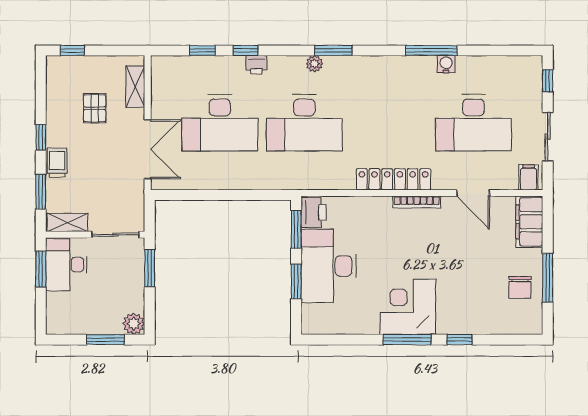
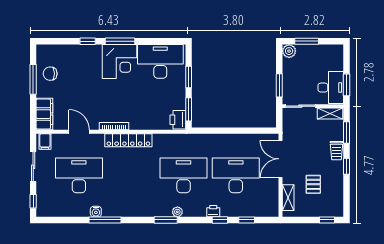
desk: (329, 266) -> (160, 61), moved, turned -90
chair: (520, 287) -> (50, 74), turned -90

